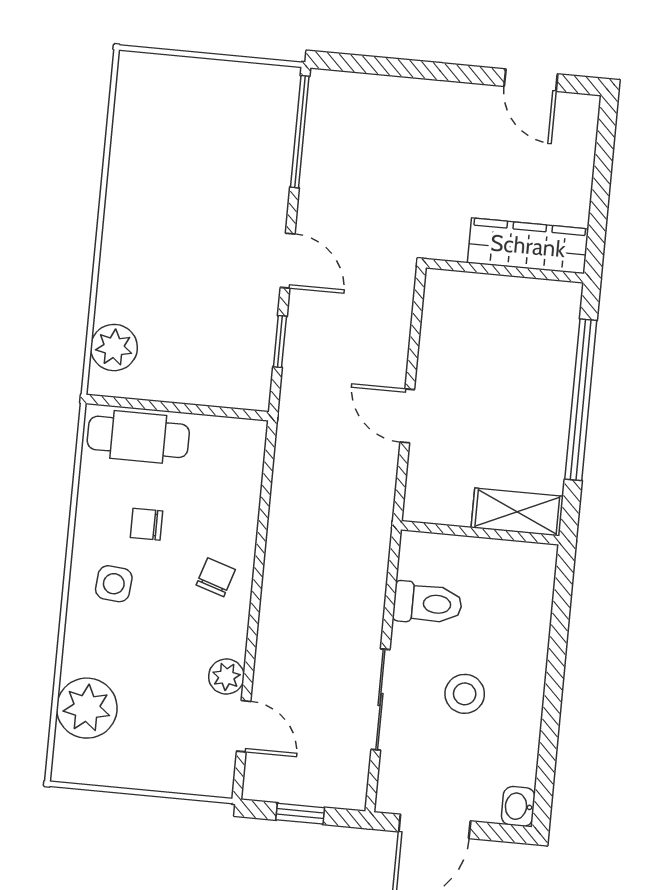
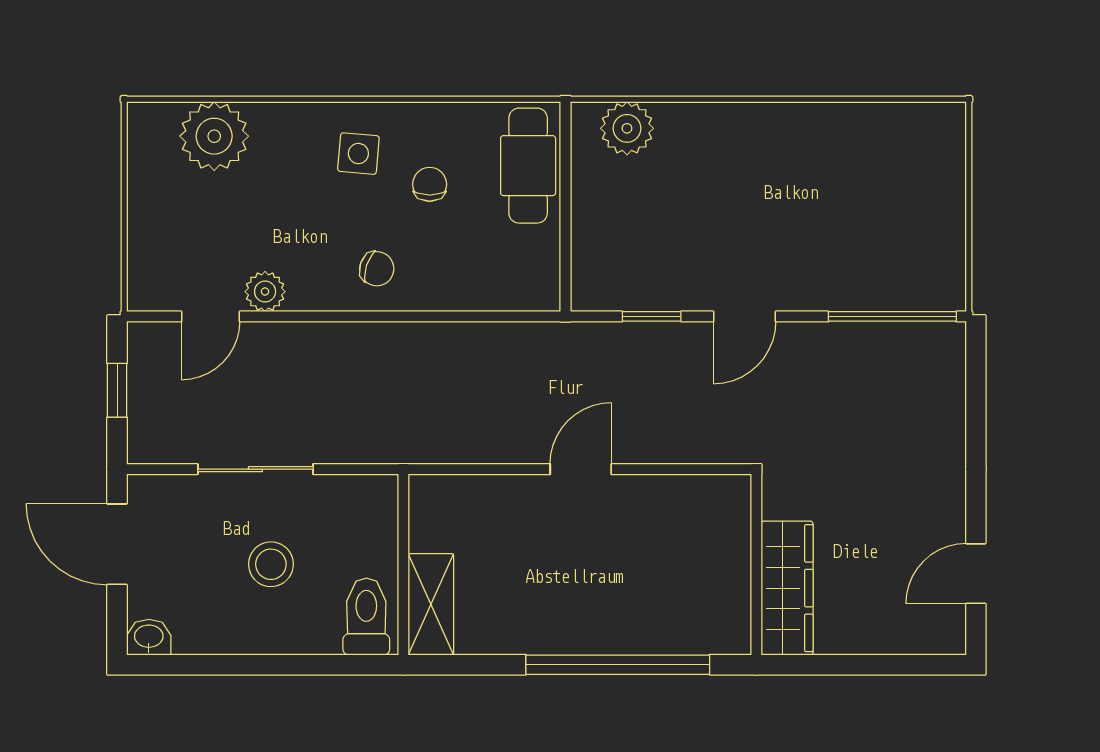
shelving: (517, 512) -> (431, 604), moved
wall: (480, 533) -> (403, 565), moved
toilet: (428, 603) -> (366, 617), moved, turned 180

